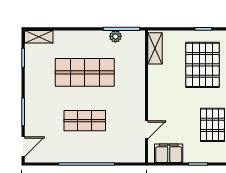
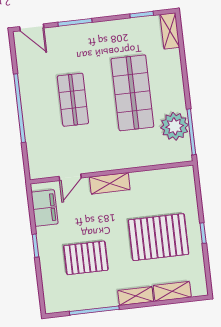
plant: (115, 36) -> (175, 126), width x1.88, depth x1.88
shelving: (155, 48) -> (110, 183), moved
door: (146, 130) -> (70, 177), hinge flipped

